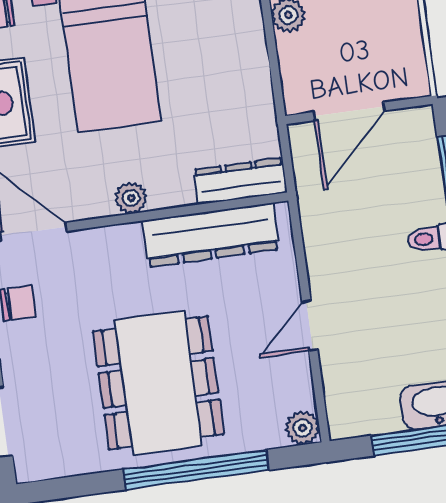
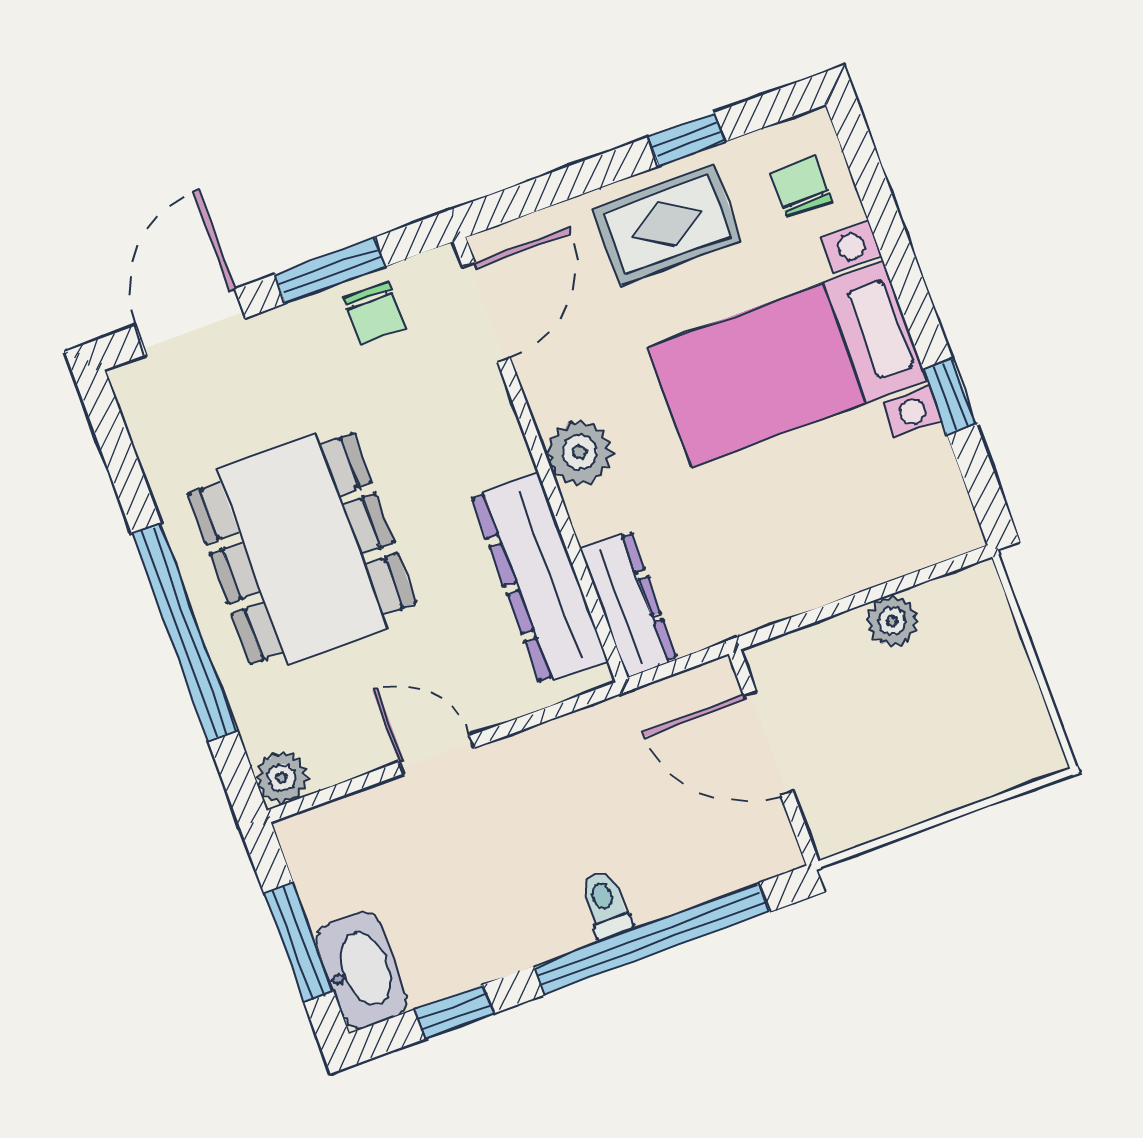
plant: (131, 198) -> (580, 452), width x1.38, depth x1.38
dining table: (159, 383) -> (302, 549), turned 90

